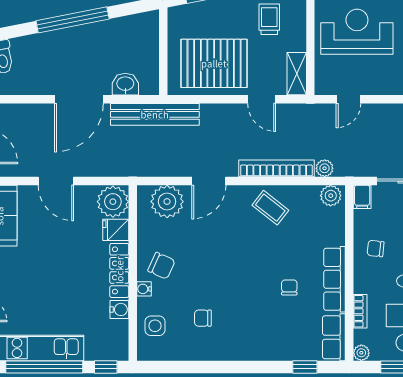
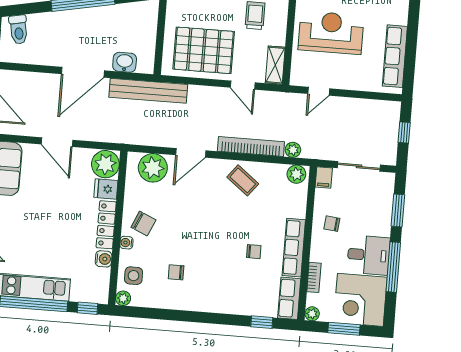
chair: (289, 287) -> (254, 252), turned 90
plant: (145, 352) -> (123, 298), added

